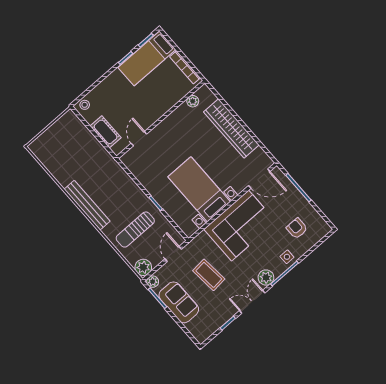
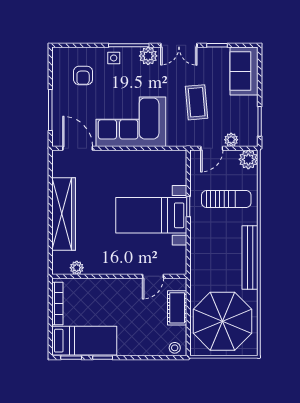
parasol: (69, 149) -> (222, 321), added
bed with nightstands: (199, 189) -> (151, 215), moved, turned 90
plant: (153, 282) -> (231, 140), moved
sofa: (179, 302) -> (244, 71), moved

